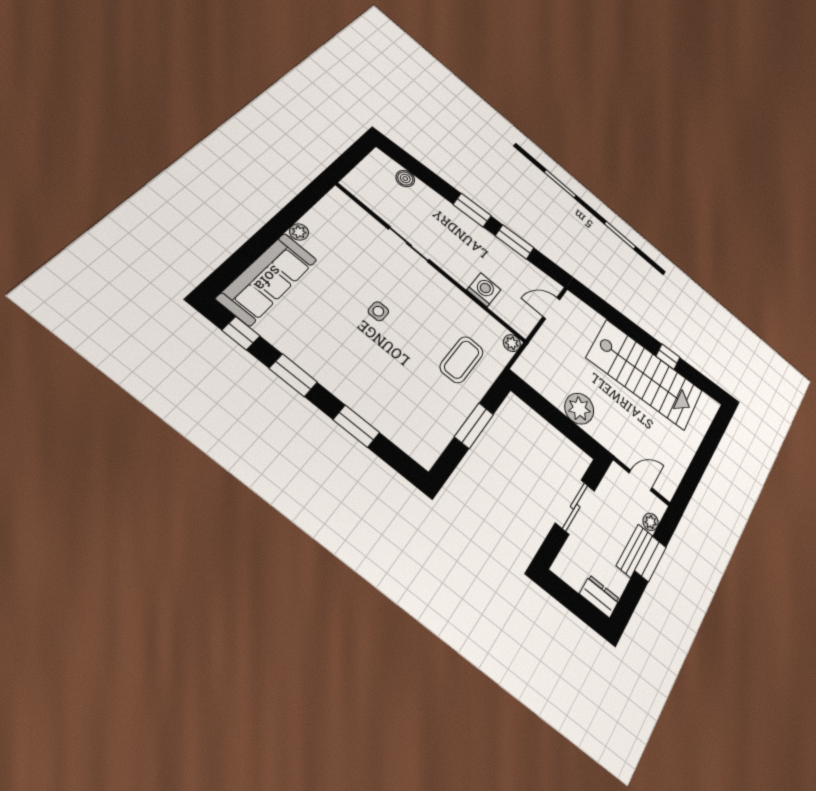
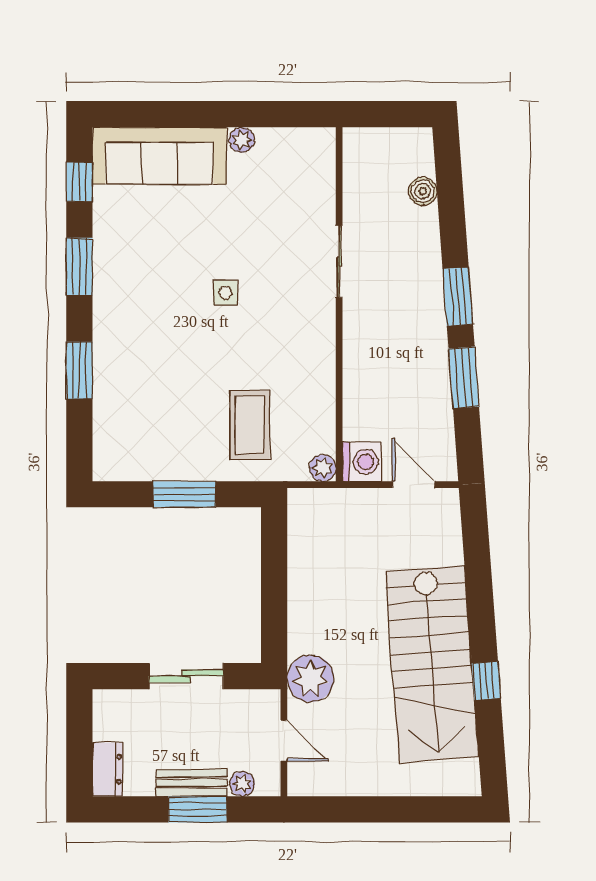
washing machine: (484, 290) -> (362, 462), moved
coffee table: (462, 360) -> (250, 425), turned 90
plant: (579, 409) -> (311, 678), moved

